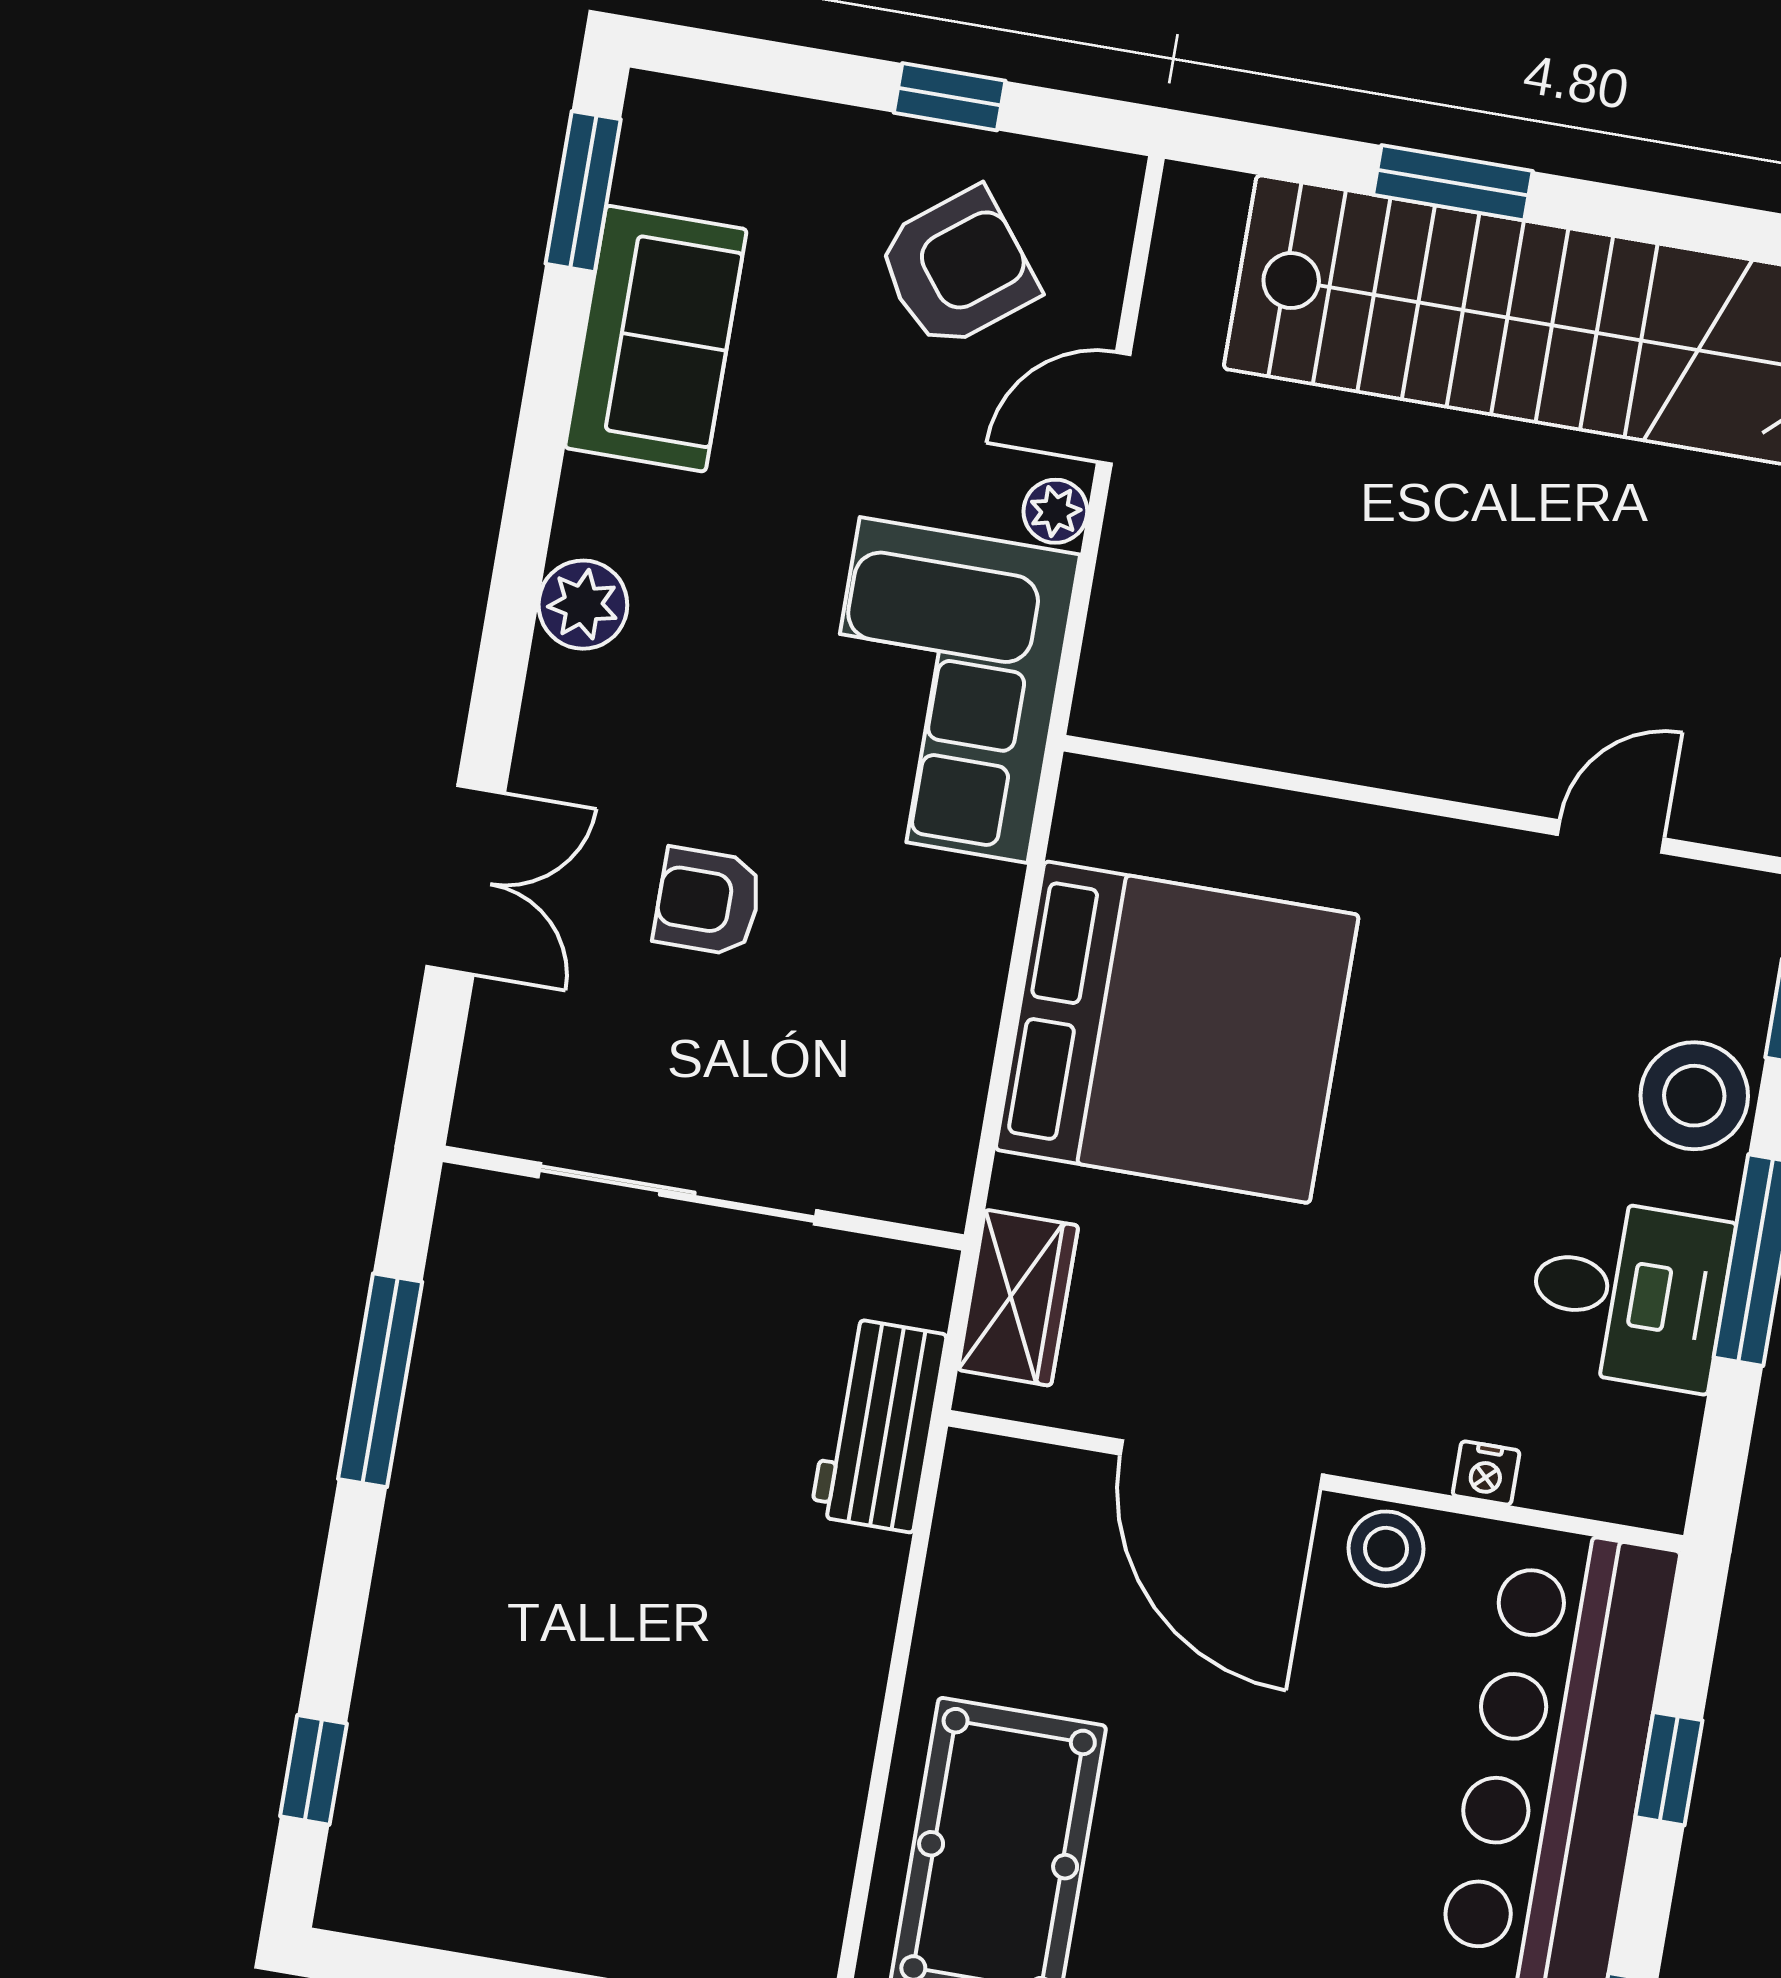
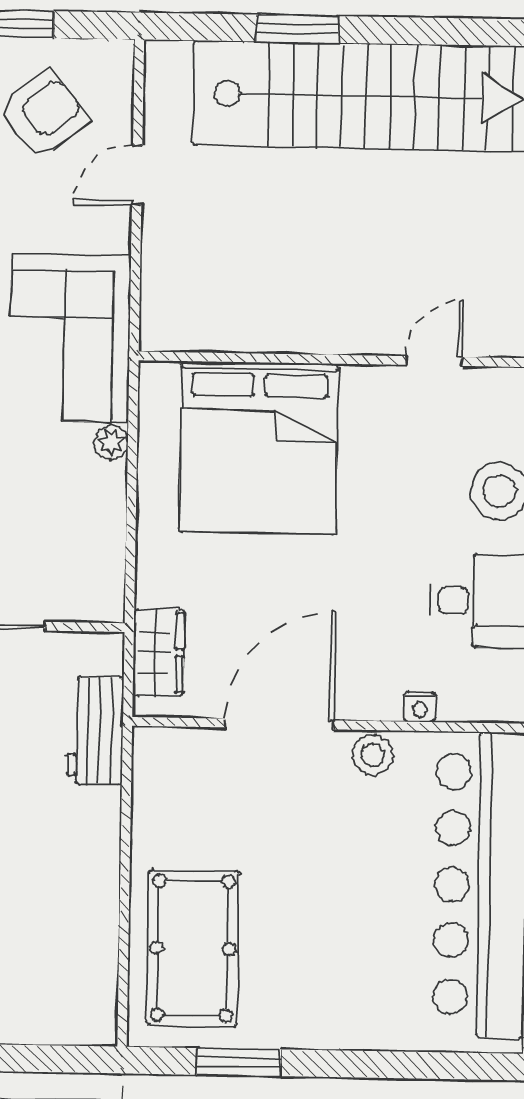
plant: (1055, 511) -> (111, 442), moved
bed: (1177, 1032) -> (259, 447), moved, turned 90
door: (1221, 1465) -> (279, 724), swing flipped

